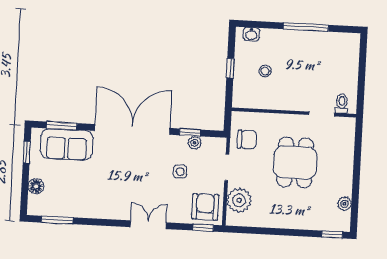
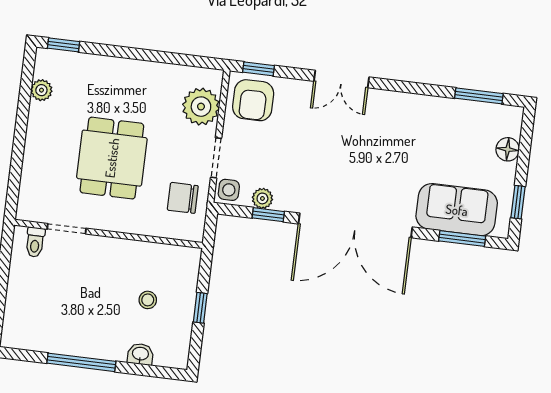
washbasin: (251, 34) -> (140, 354), moved
side table: (180, 171) -> (229, 190), moved

